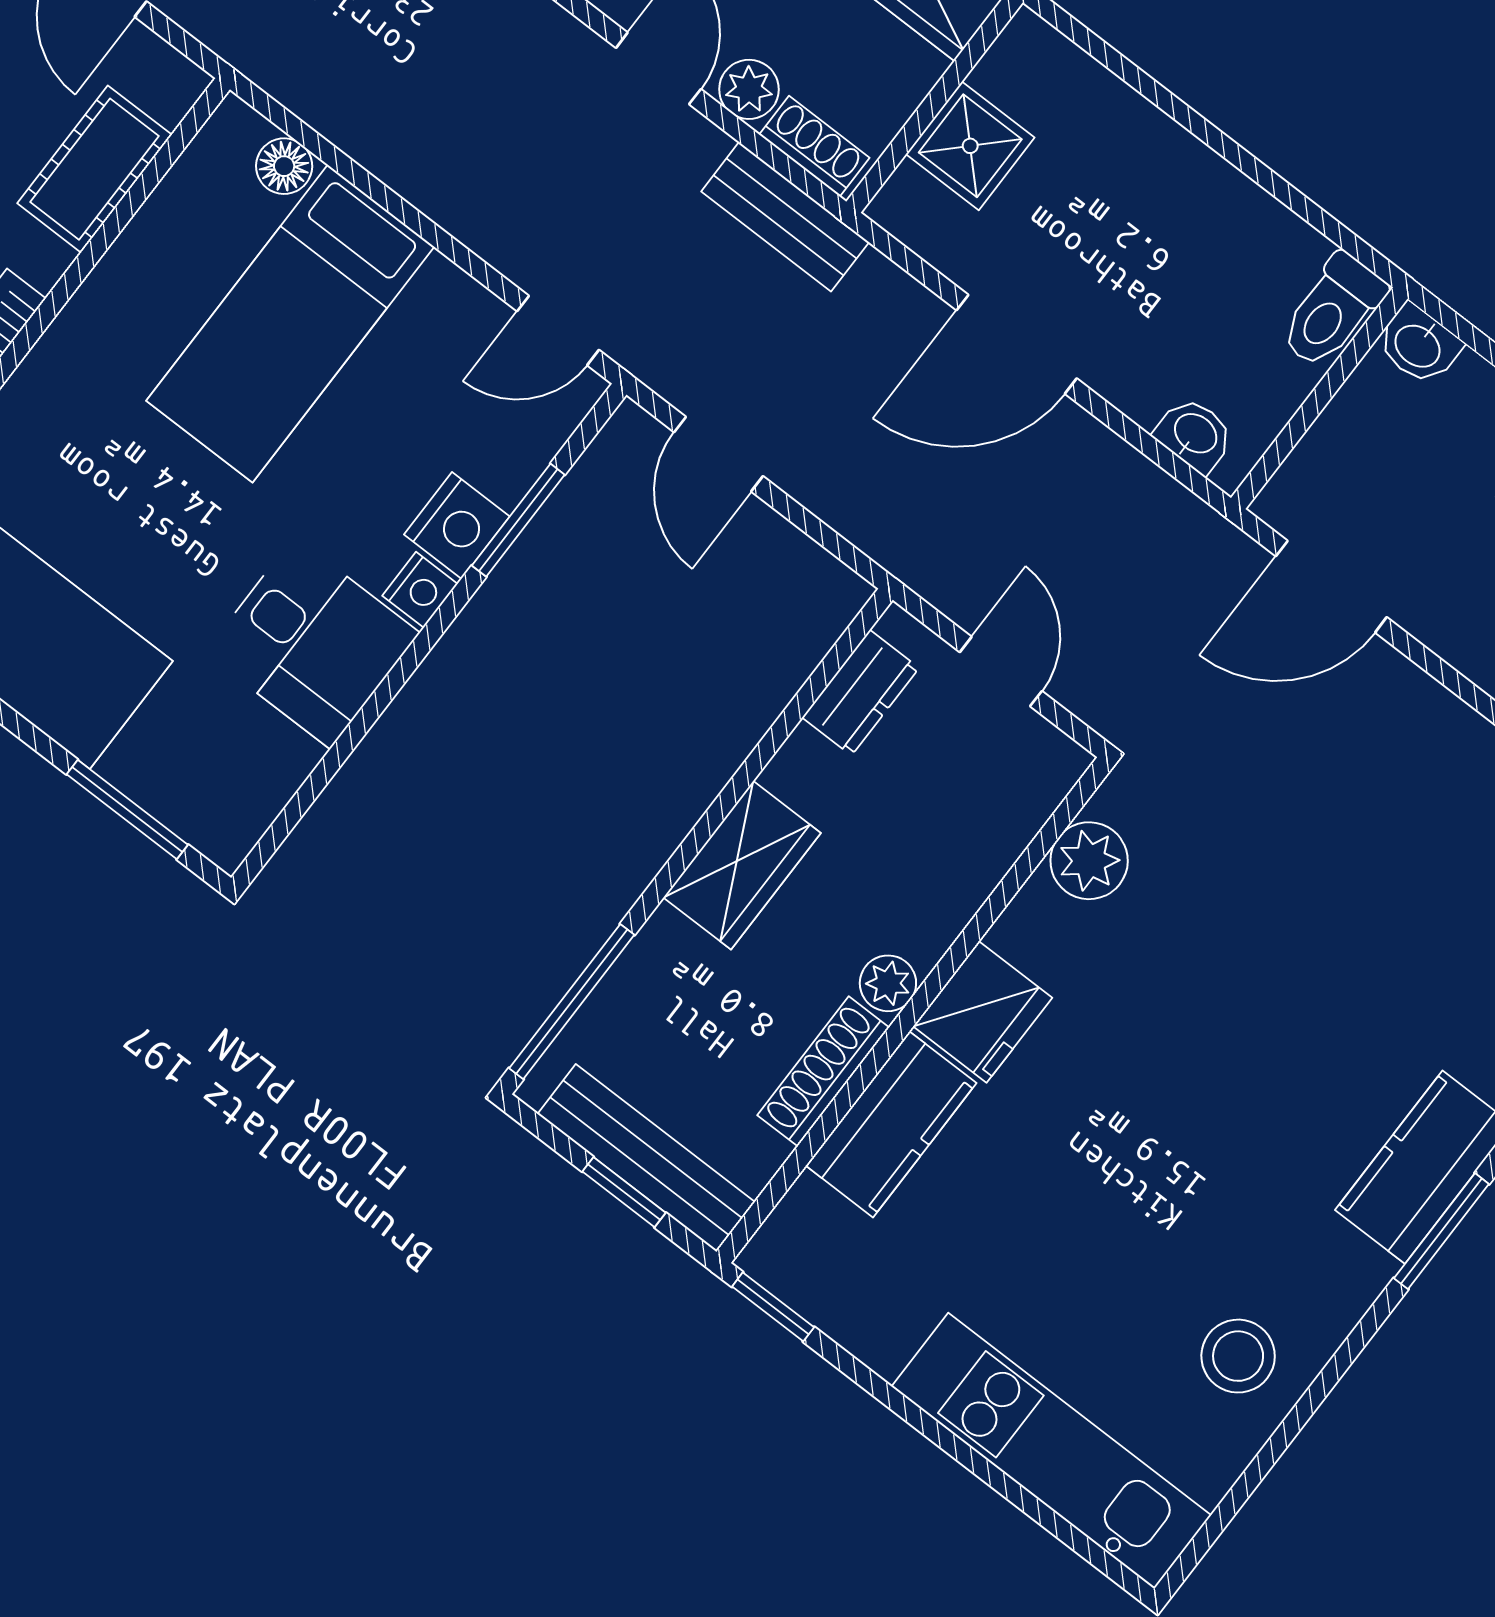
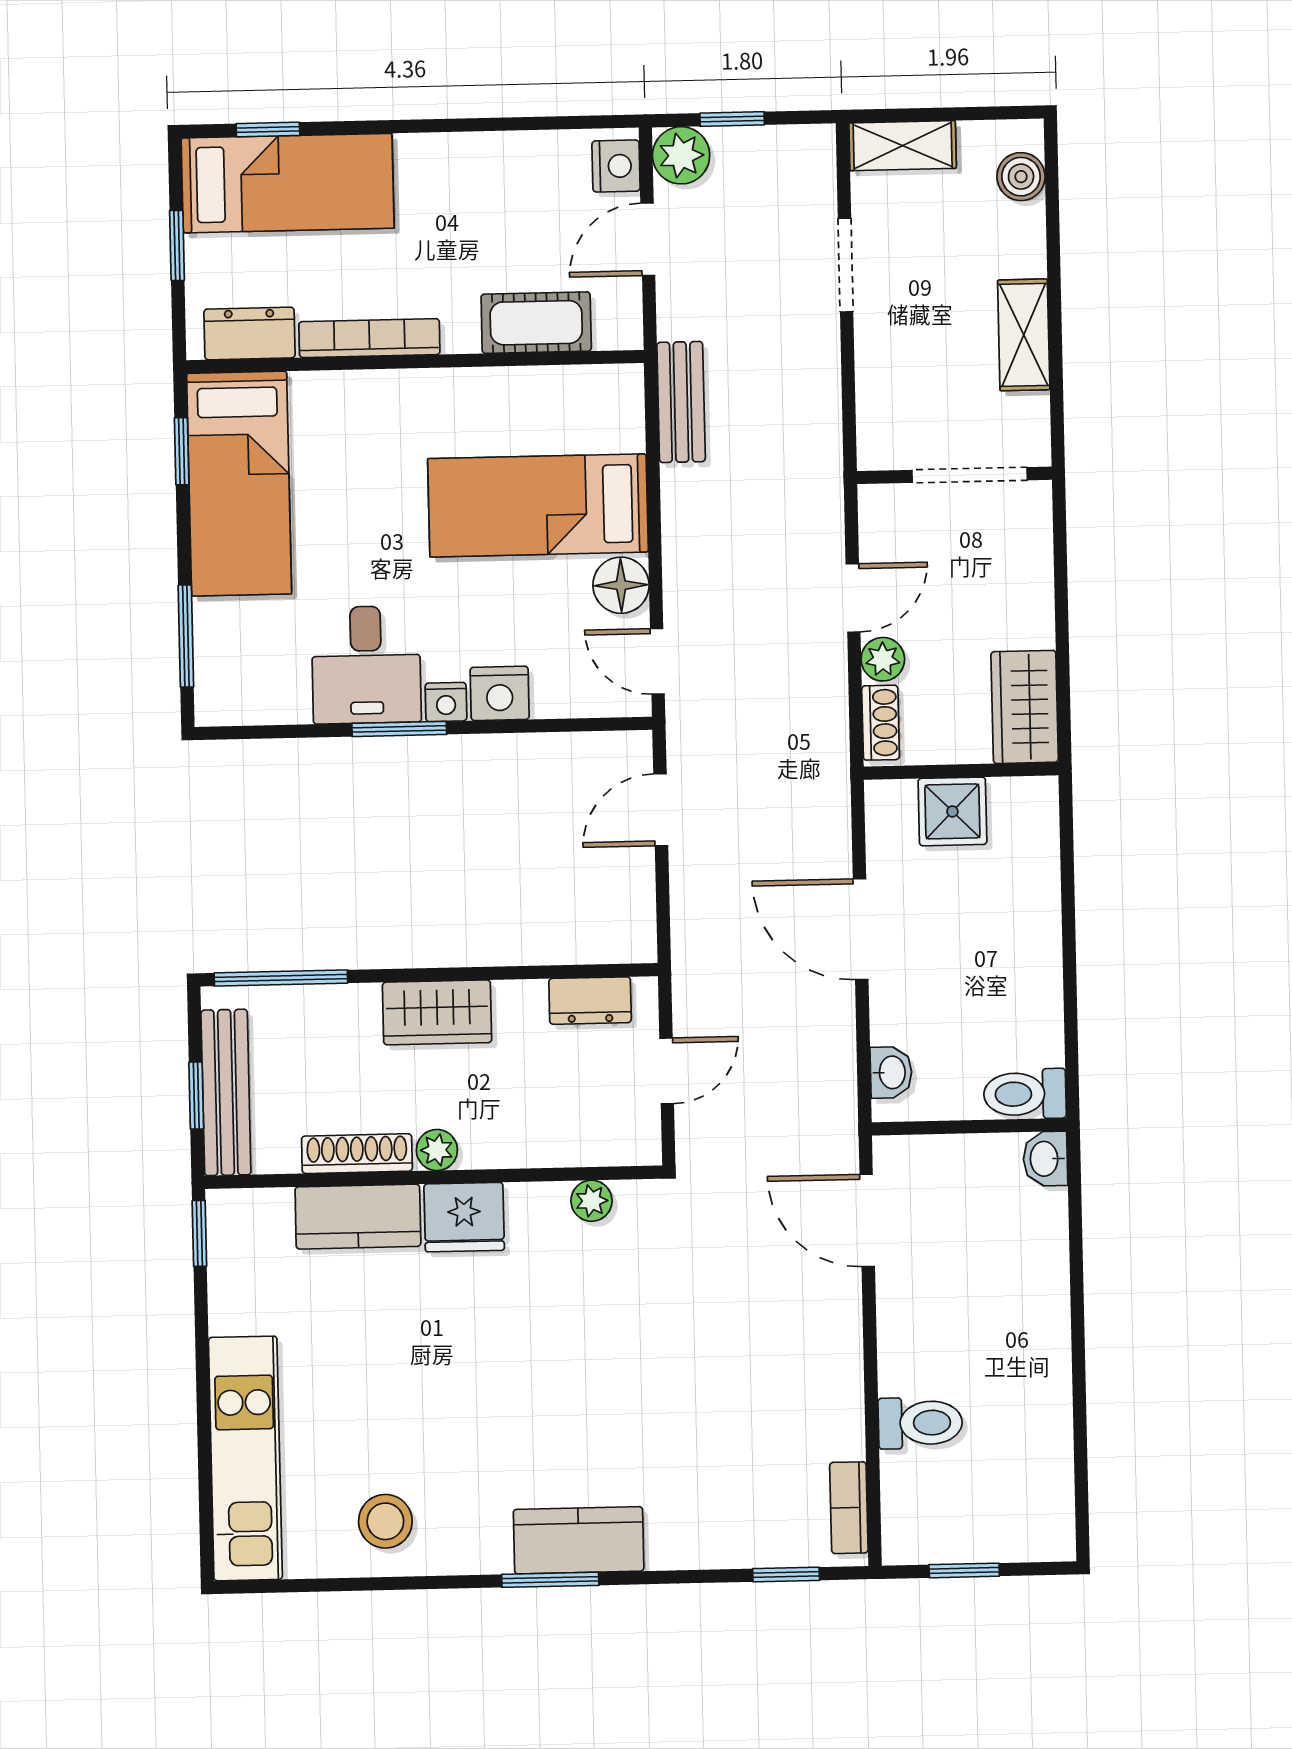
floor lamp: (284, 166) -> (621, 585), moved, width x1.37, depth x1.37
bench: (785, 217) -> (681, 402), moved
window: (518, 520) -> (399, 729), moved
plant: (1089, 861) -> (591, 1201), width x0.73, depth x0.73

